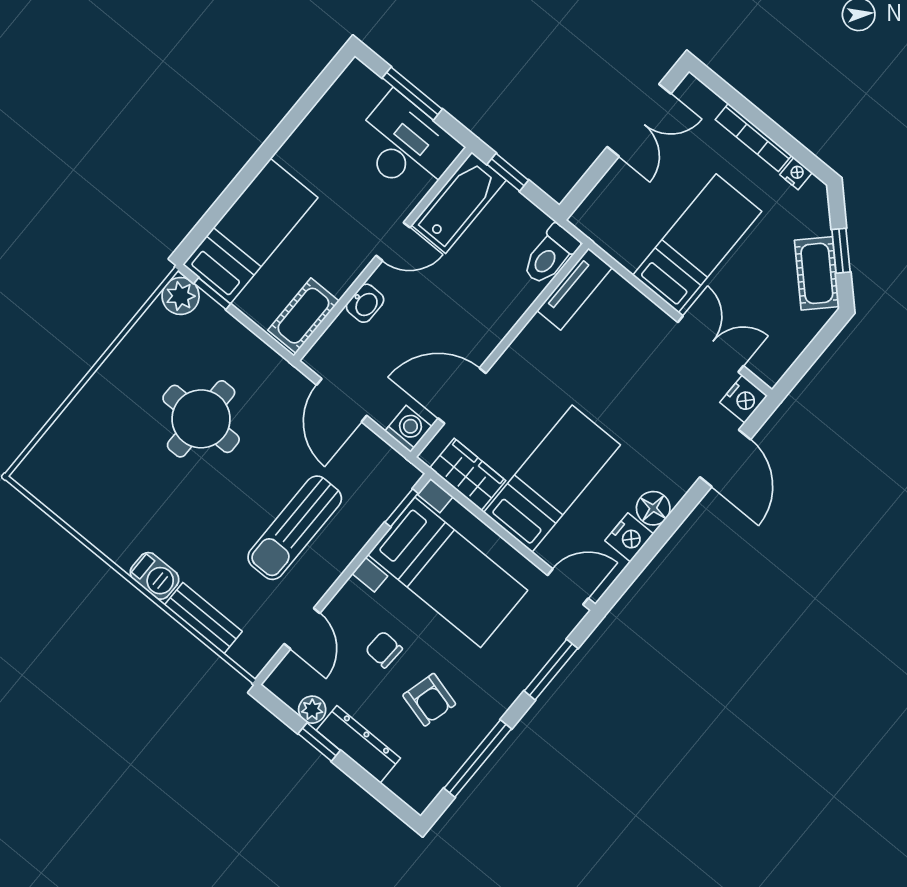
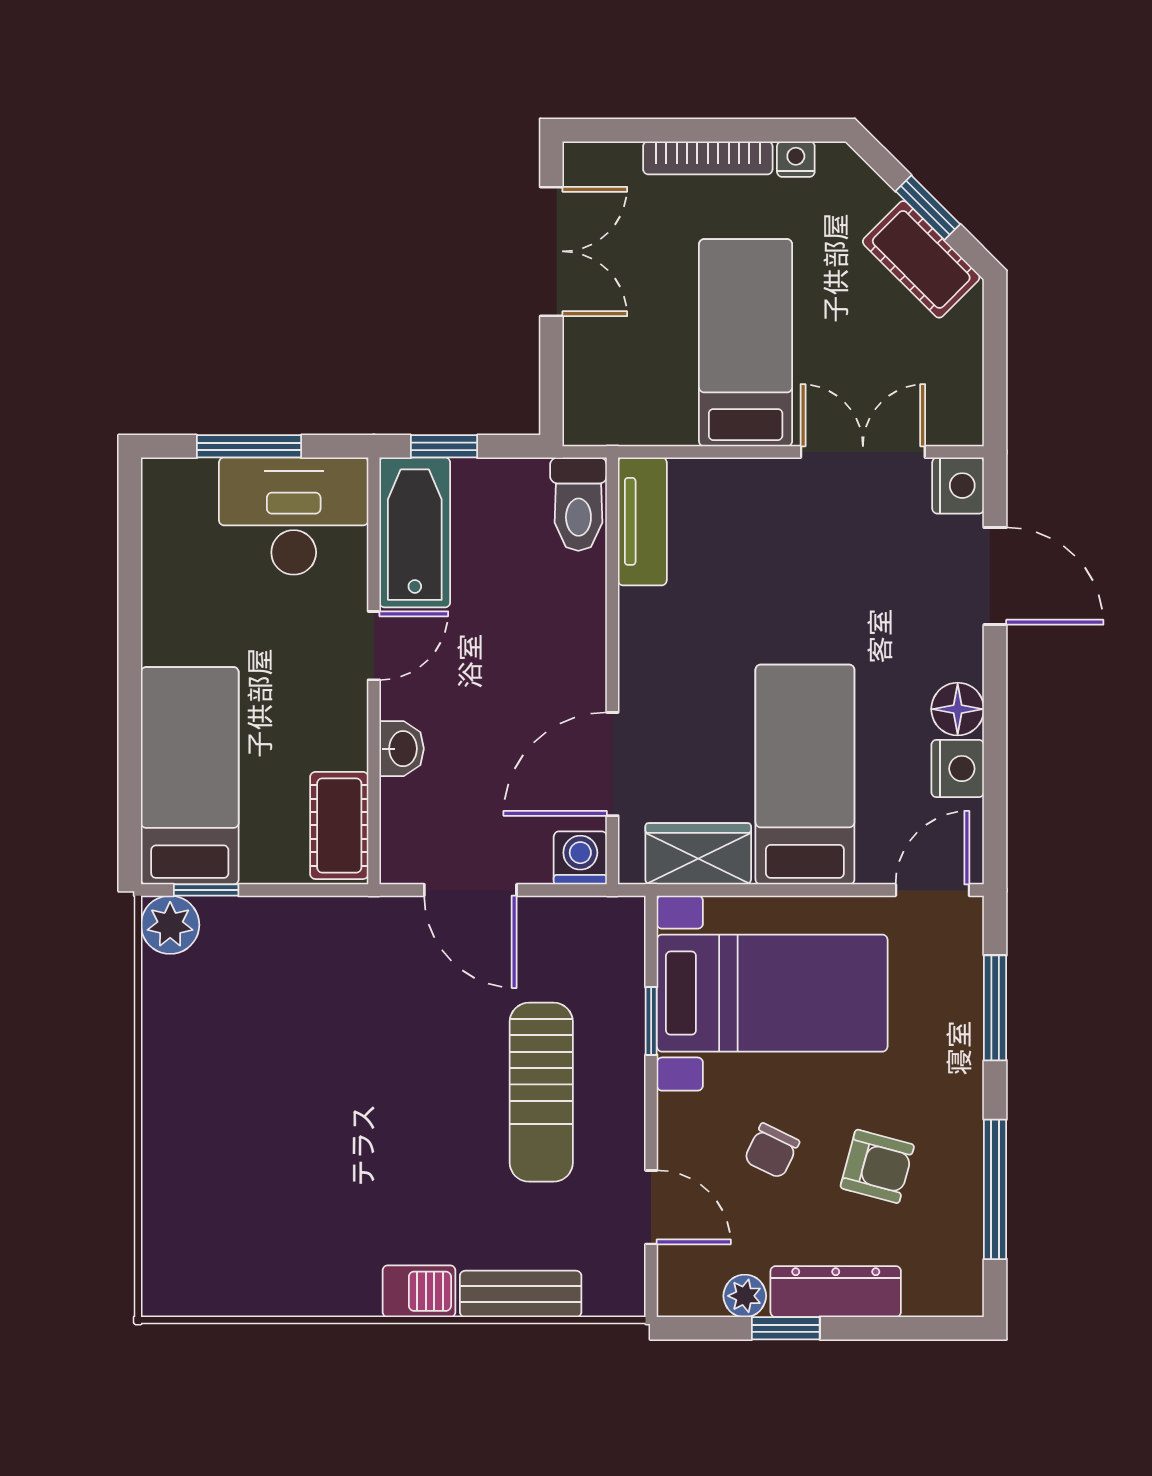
round table: (201, 419) -> (318, 1054), removed
window: (402, 508) -> (651, 1021), moved
chair: (384, 649) -> (772, 1151), turned -67

